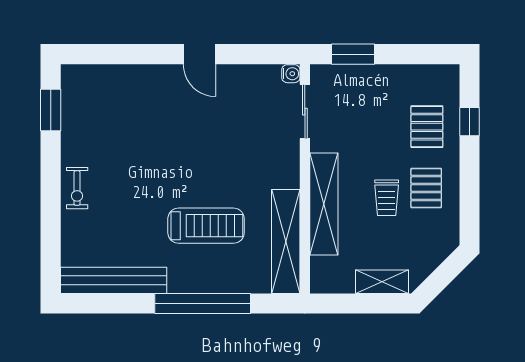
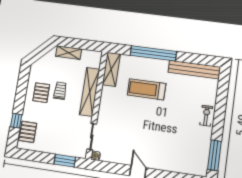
window: (51, 110) -> (214, 155), width x1.44
pallet: (427, 127) -> (28, 132), moved
shelving: (286, 241) -> (111, 69), width x0.68

